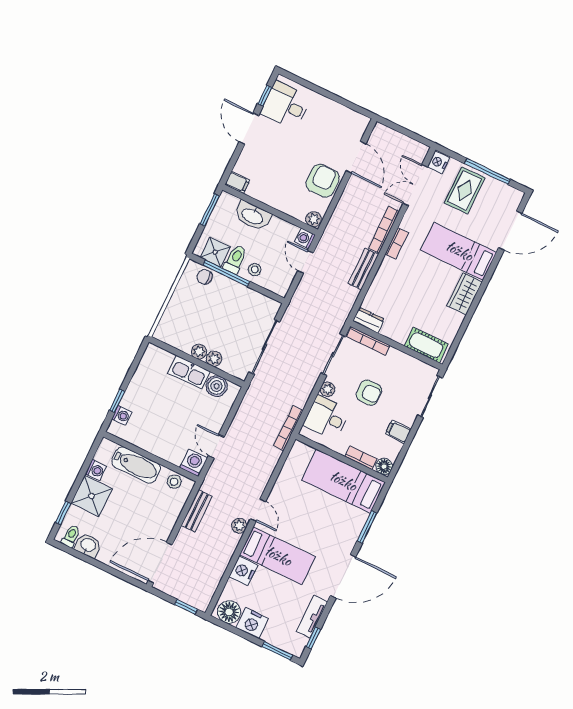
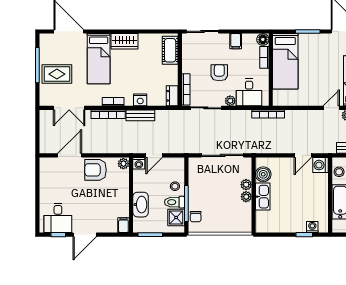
nightstand: (438, 162) -> (140, 100), moved

